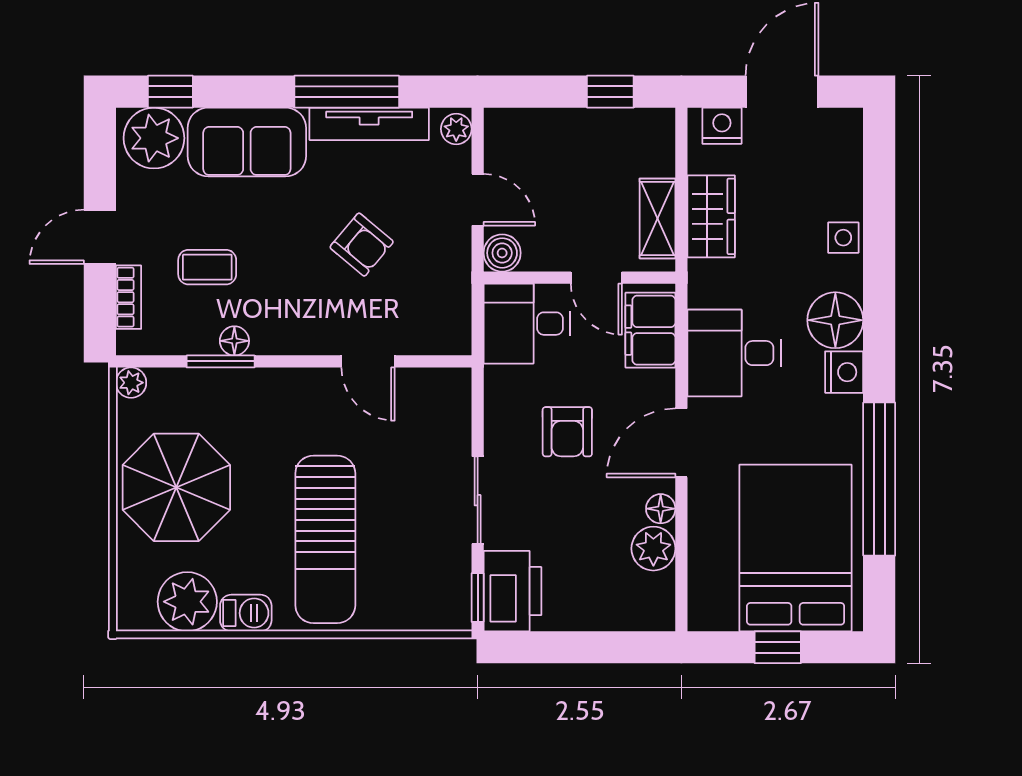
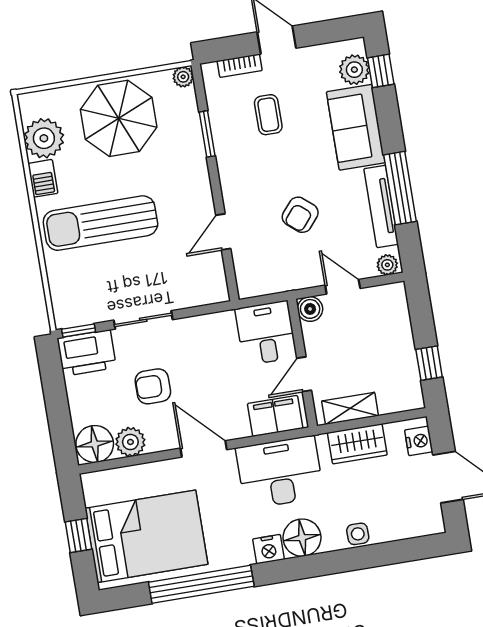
plant: (154, 138) -> (354, 70), width x0.73, depth x0.73
door: (478, 200) -> (343, 287), swing flipped
floor lamp: (234, 341) -> (222, 141), removed
desk: (734, 353) -> (280, 472), width x1.37
armchair: (567, 432) -> (153, 386), moved
floor lamp: (661, 509) -> (95, 444), moved, width x1.89, depth x1.89

